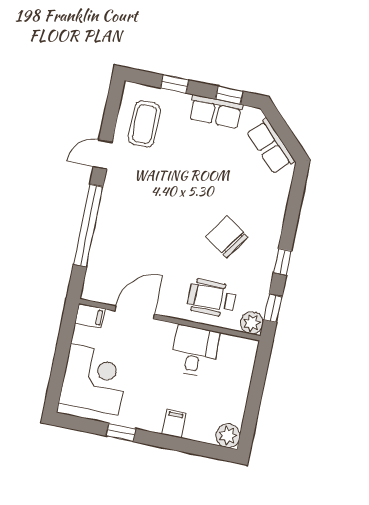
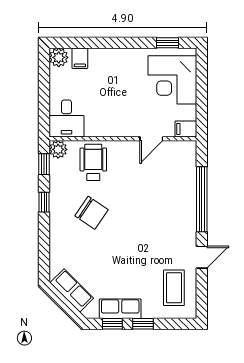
window: (175, 84) -> (143, 324), moved
wheelchair: (212, 298) -> (93, 162), turned -90
door: (135, 313) -> (151, 139), width x0.73
desk: (194, 351) -> (67, 118), moved
filing cabinet: (174, 424) -> (80, 58), moved
window: (121, 432) -> (168, 43), moved

